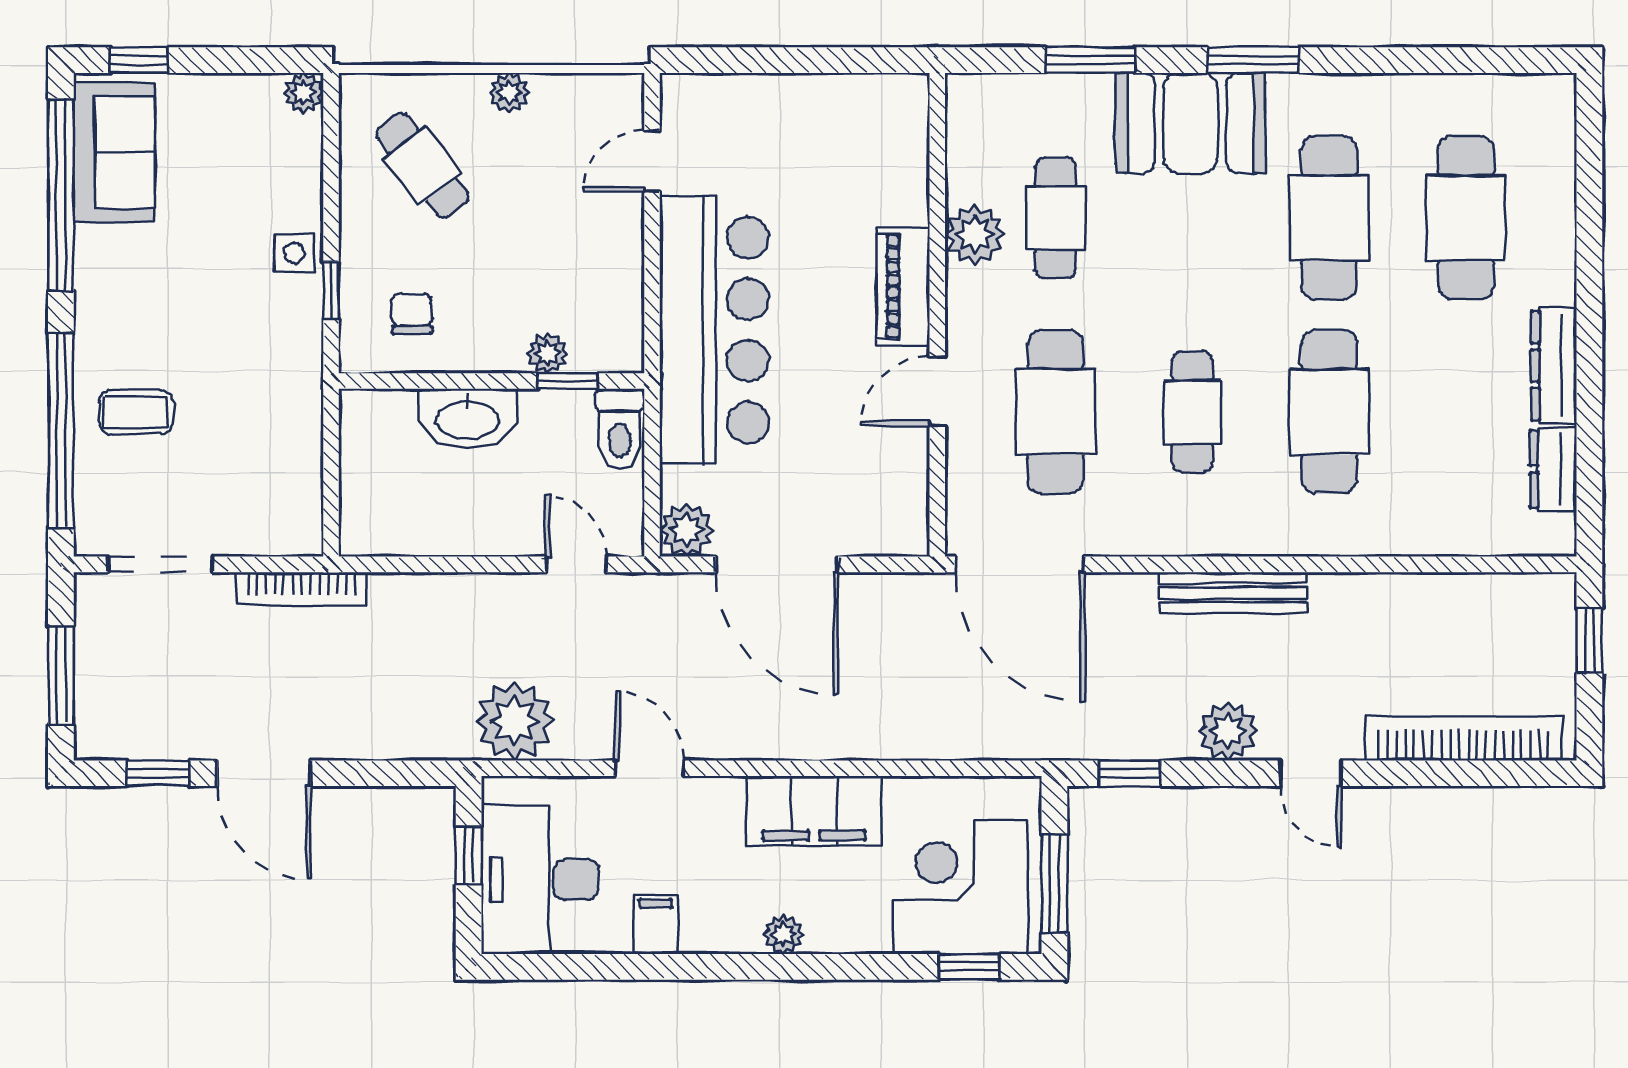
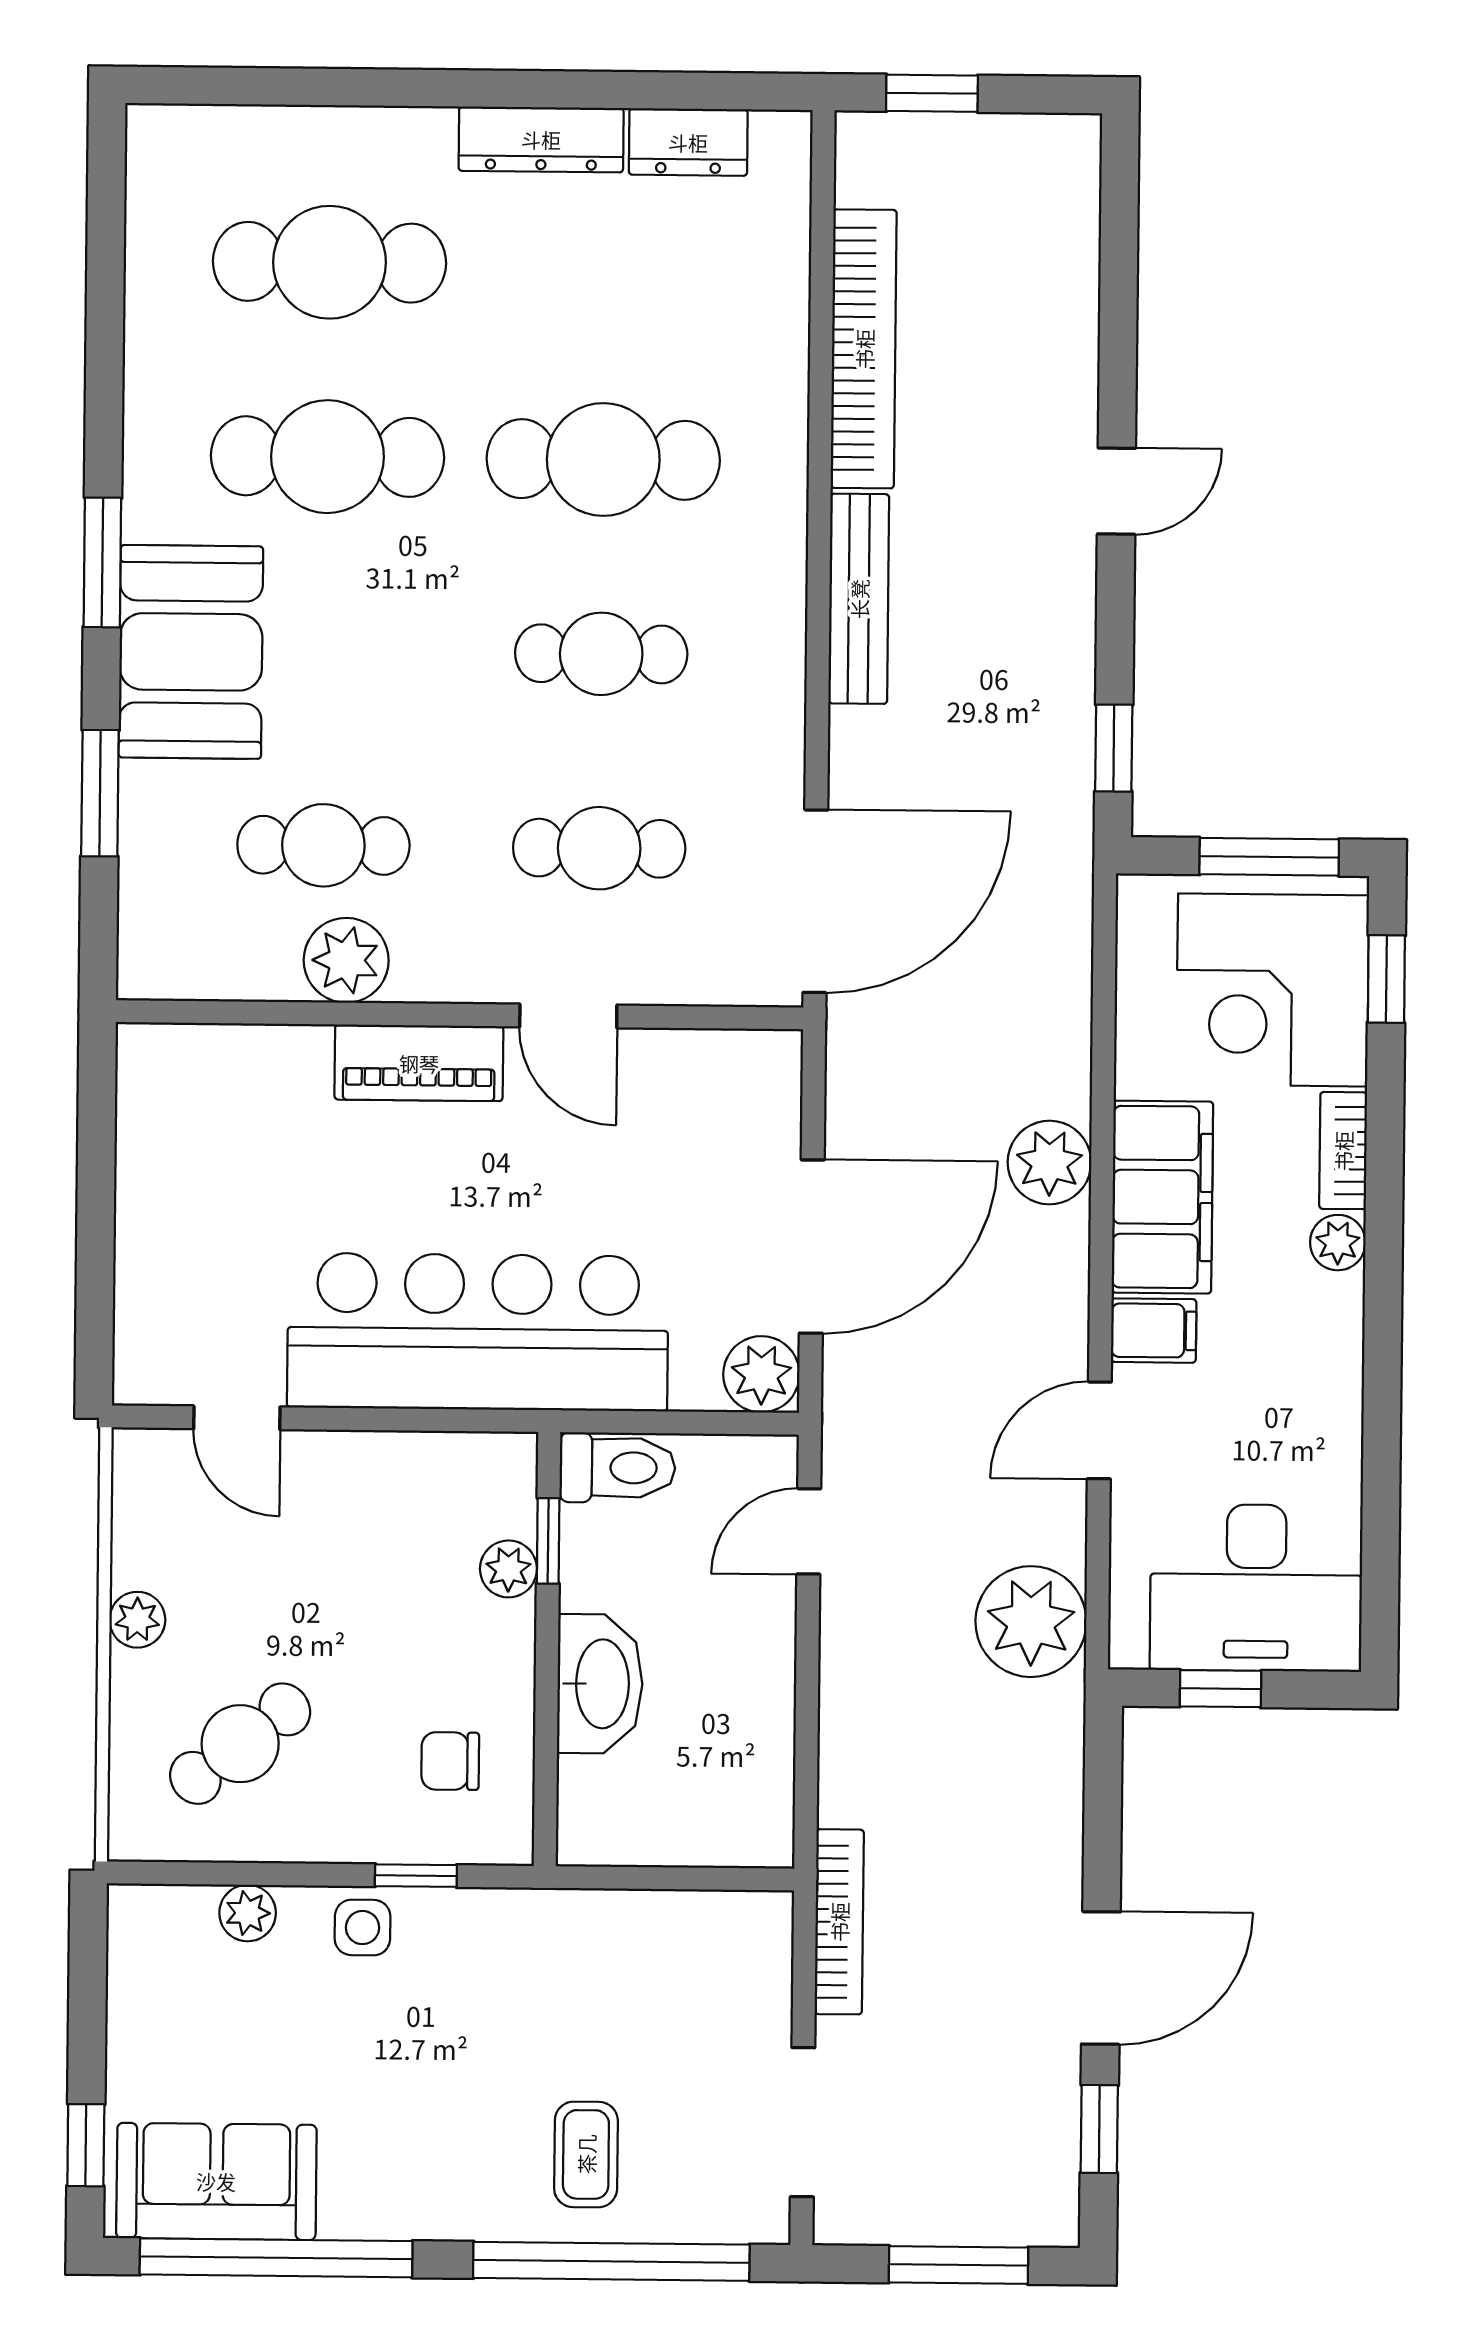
plant: (303, 93) -> (248, 1913), moved
cafe table: (1055, 412) -> (599, 848), width x0.73, depth x0.74
plant: (1228, 731) -> (1049, 1163), moved
bookcase: (1464, 738) -> (864, 349), moved, turned 180
filing cabinet: (656, 924) -> (1154, 1331), moved, turned 180
bookcase: (848, 938) -> (1343, 1151), added

